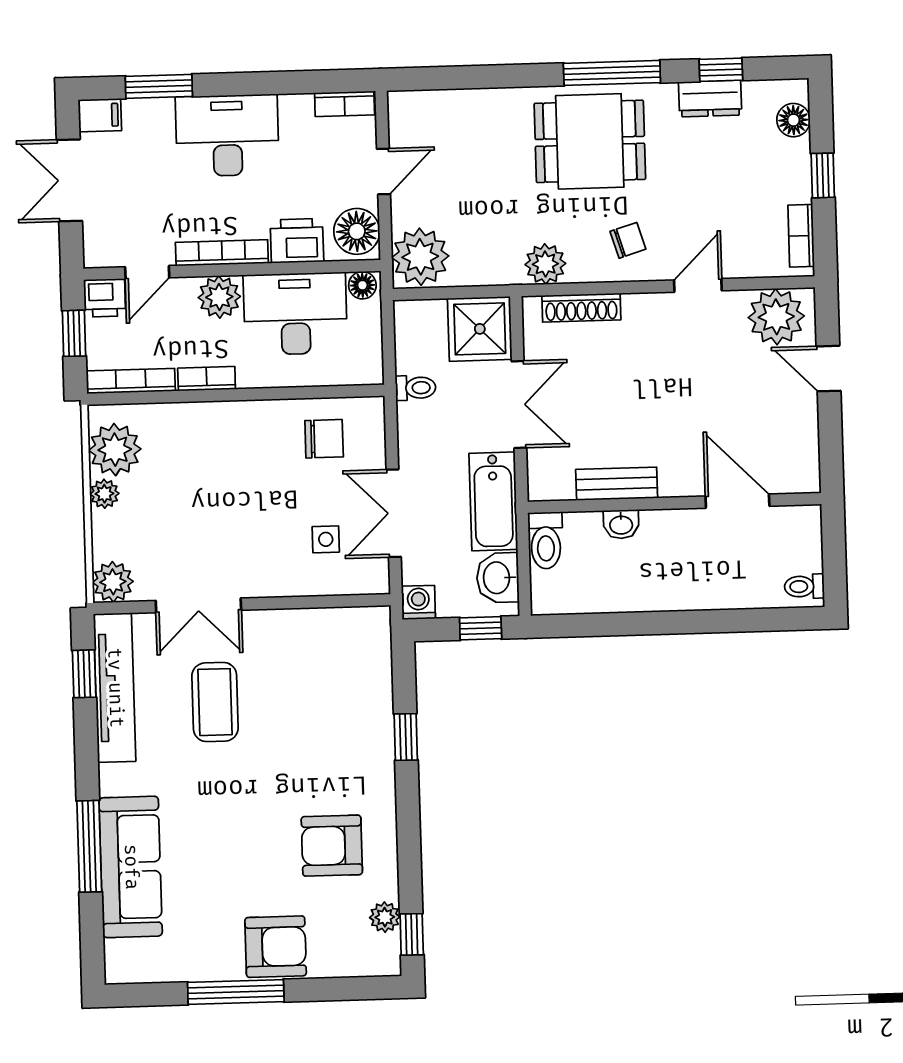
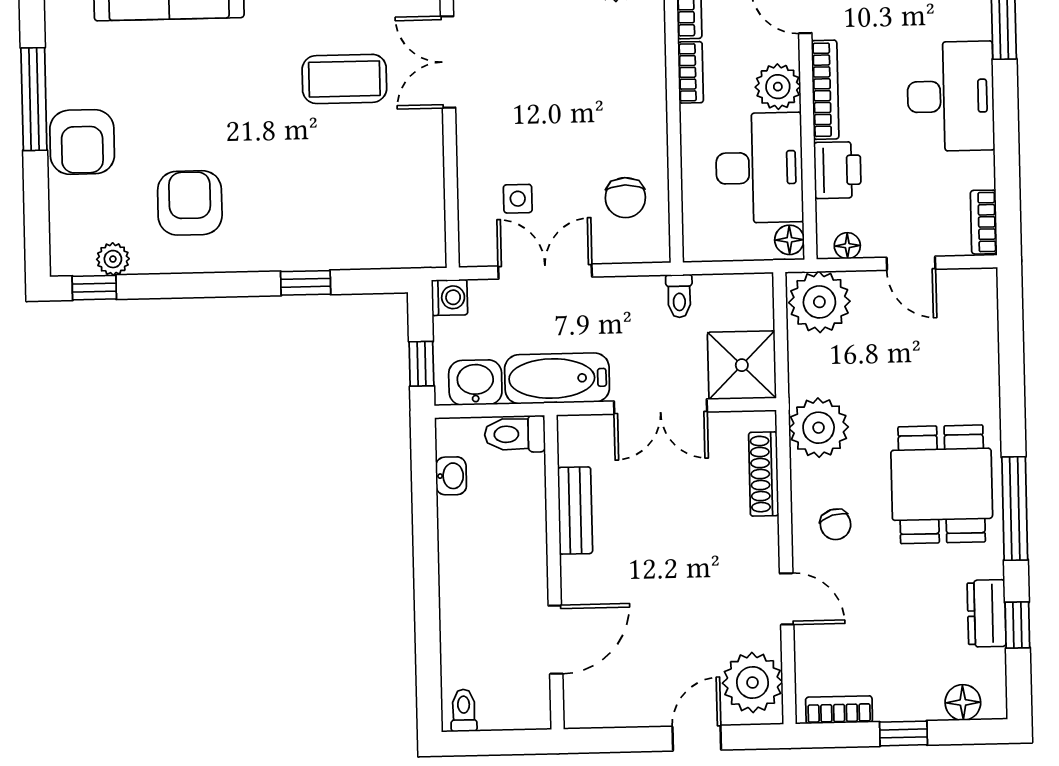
floor lamp: (357, 231) -> (847, 246), width x0.53, depth x0.53
plant: (545, 264) -> (819, 428), width x1.36, depth x1.36
washbasin: (621, 524) -> (451, 476), moved, turned 180

